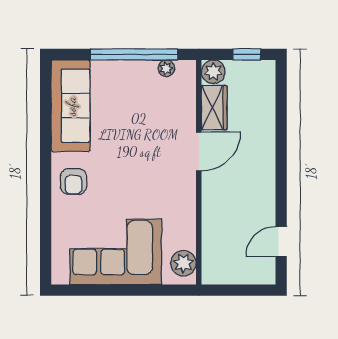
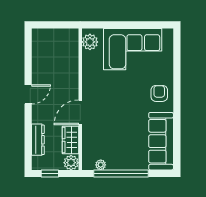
dresser: (266, 108) -> (38, 140), added
door: (281, 241) -> (28, 94), moved

